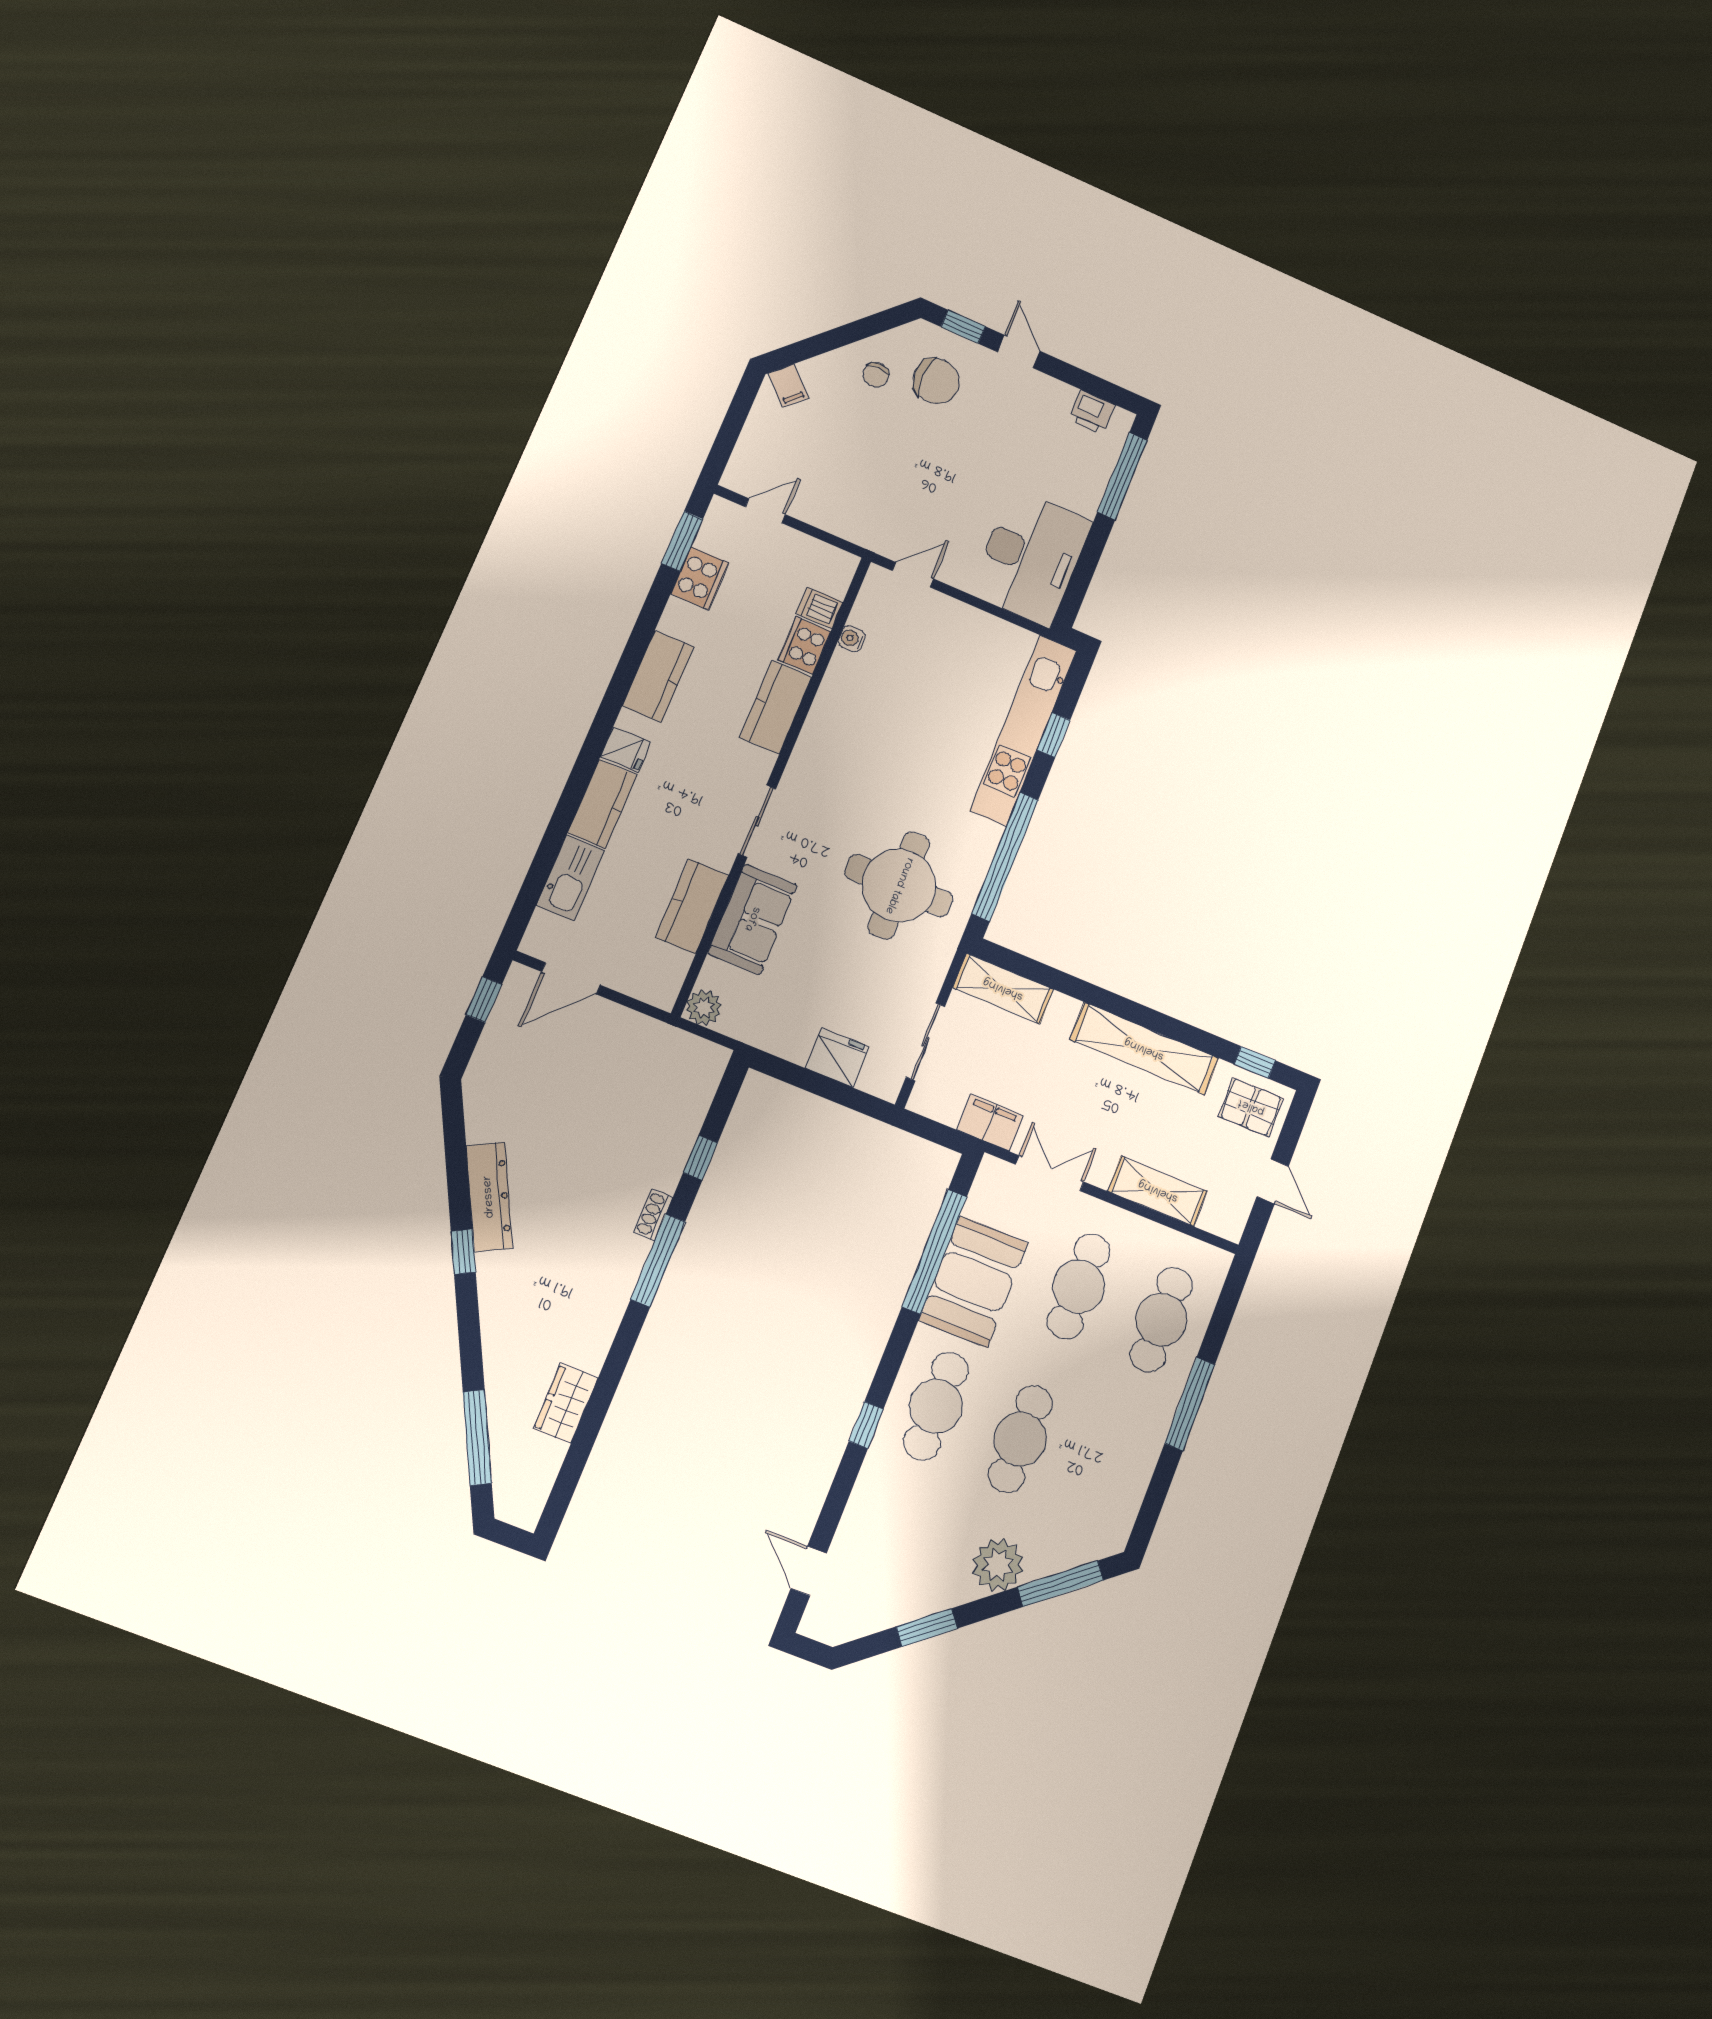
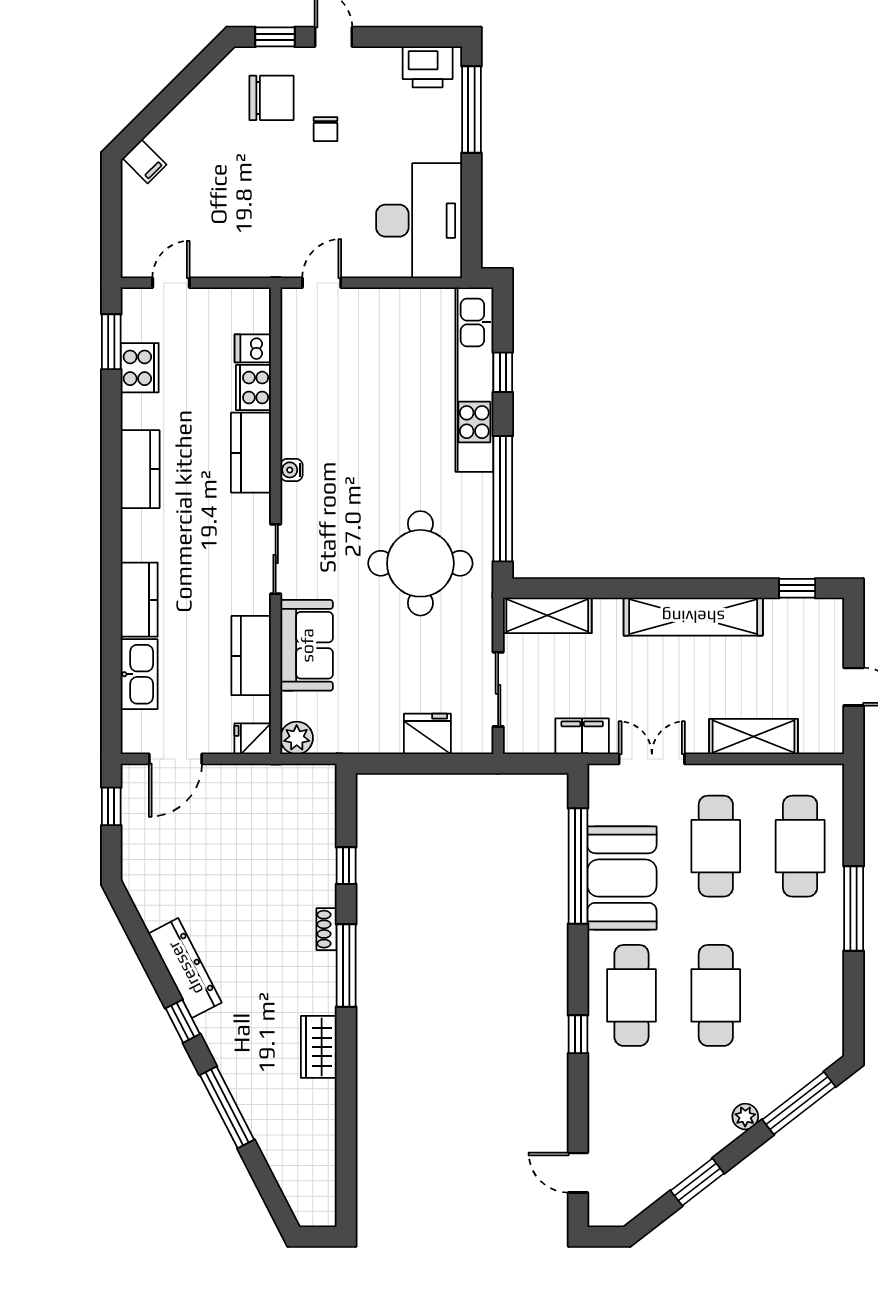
chair: (876, 375) -> (325, 129), moved
printer: (1092, 412) -> (428, 67), width x1.36, depth x1.24
water cooler: (852, 639) -> (291, 470), moved
fridge: (625, 749) -> (253, 739), moved, turned 180
pallet: (1251, 1107) -> (809, 629), removed
wardrobe: (566, 1403) -> (319, 1047), moved
window: (477, 1438) -> (227, 1107), moved
plant: (998, 1565) -> (745, 1117), width x0.53, depth x0.53

